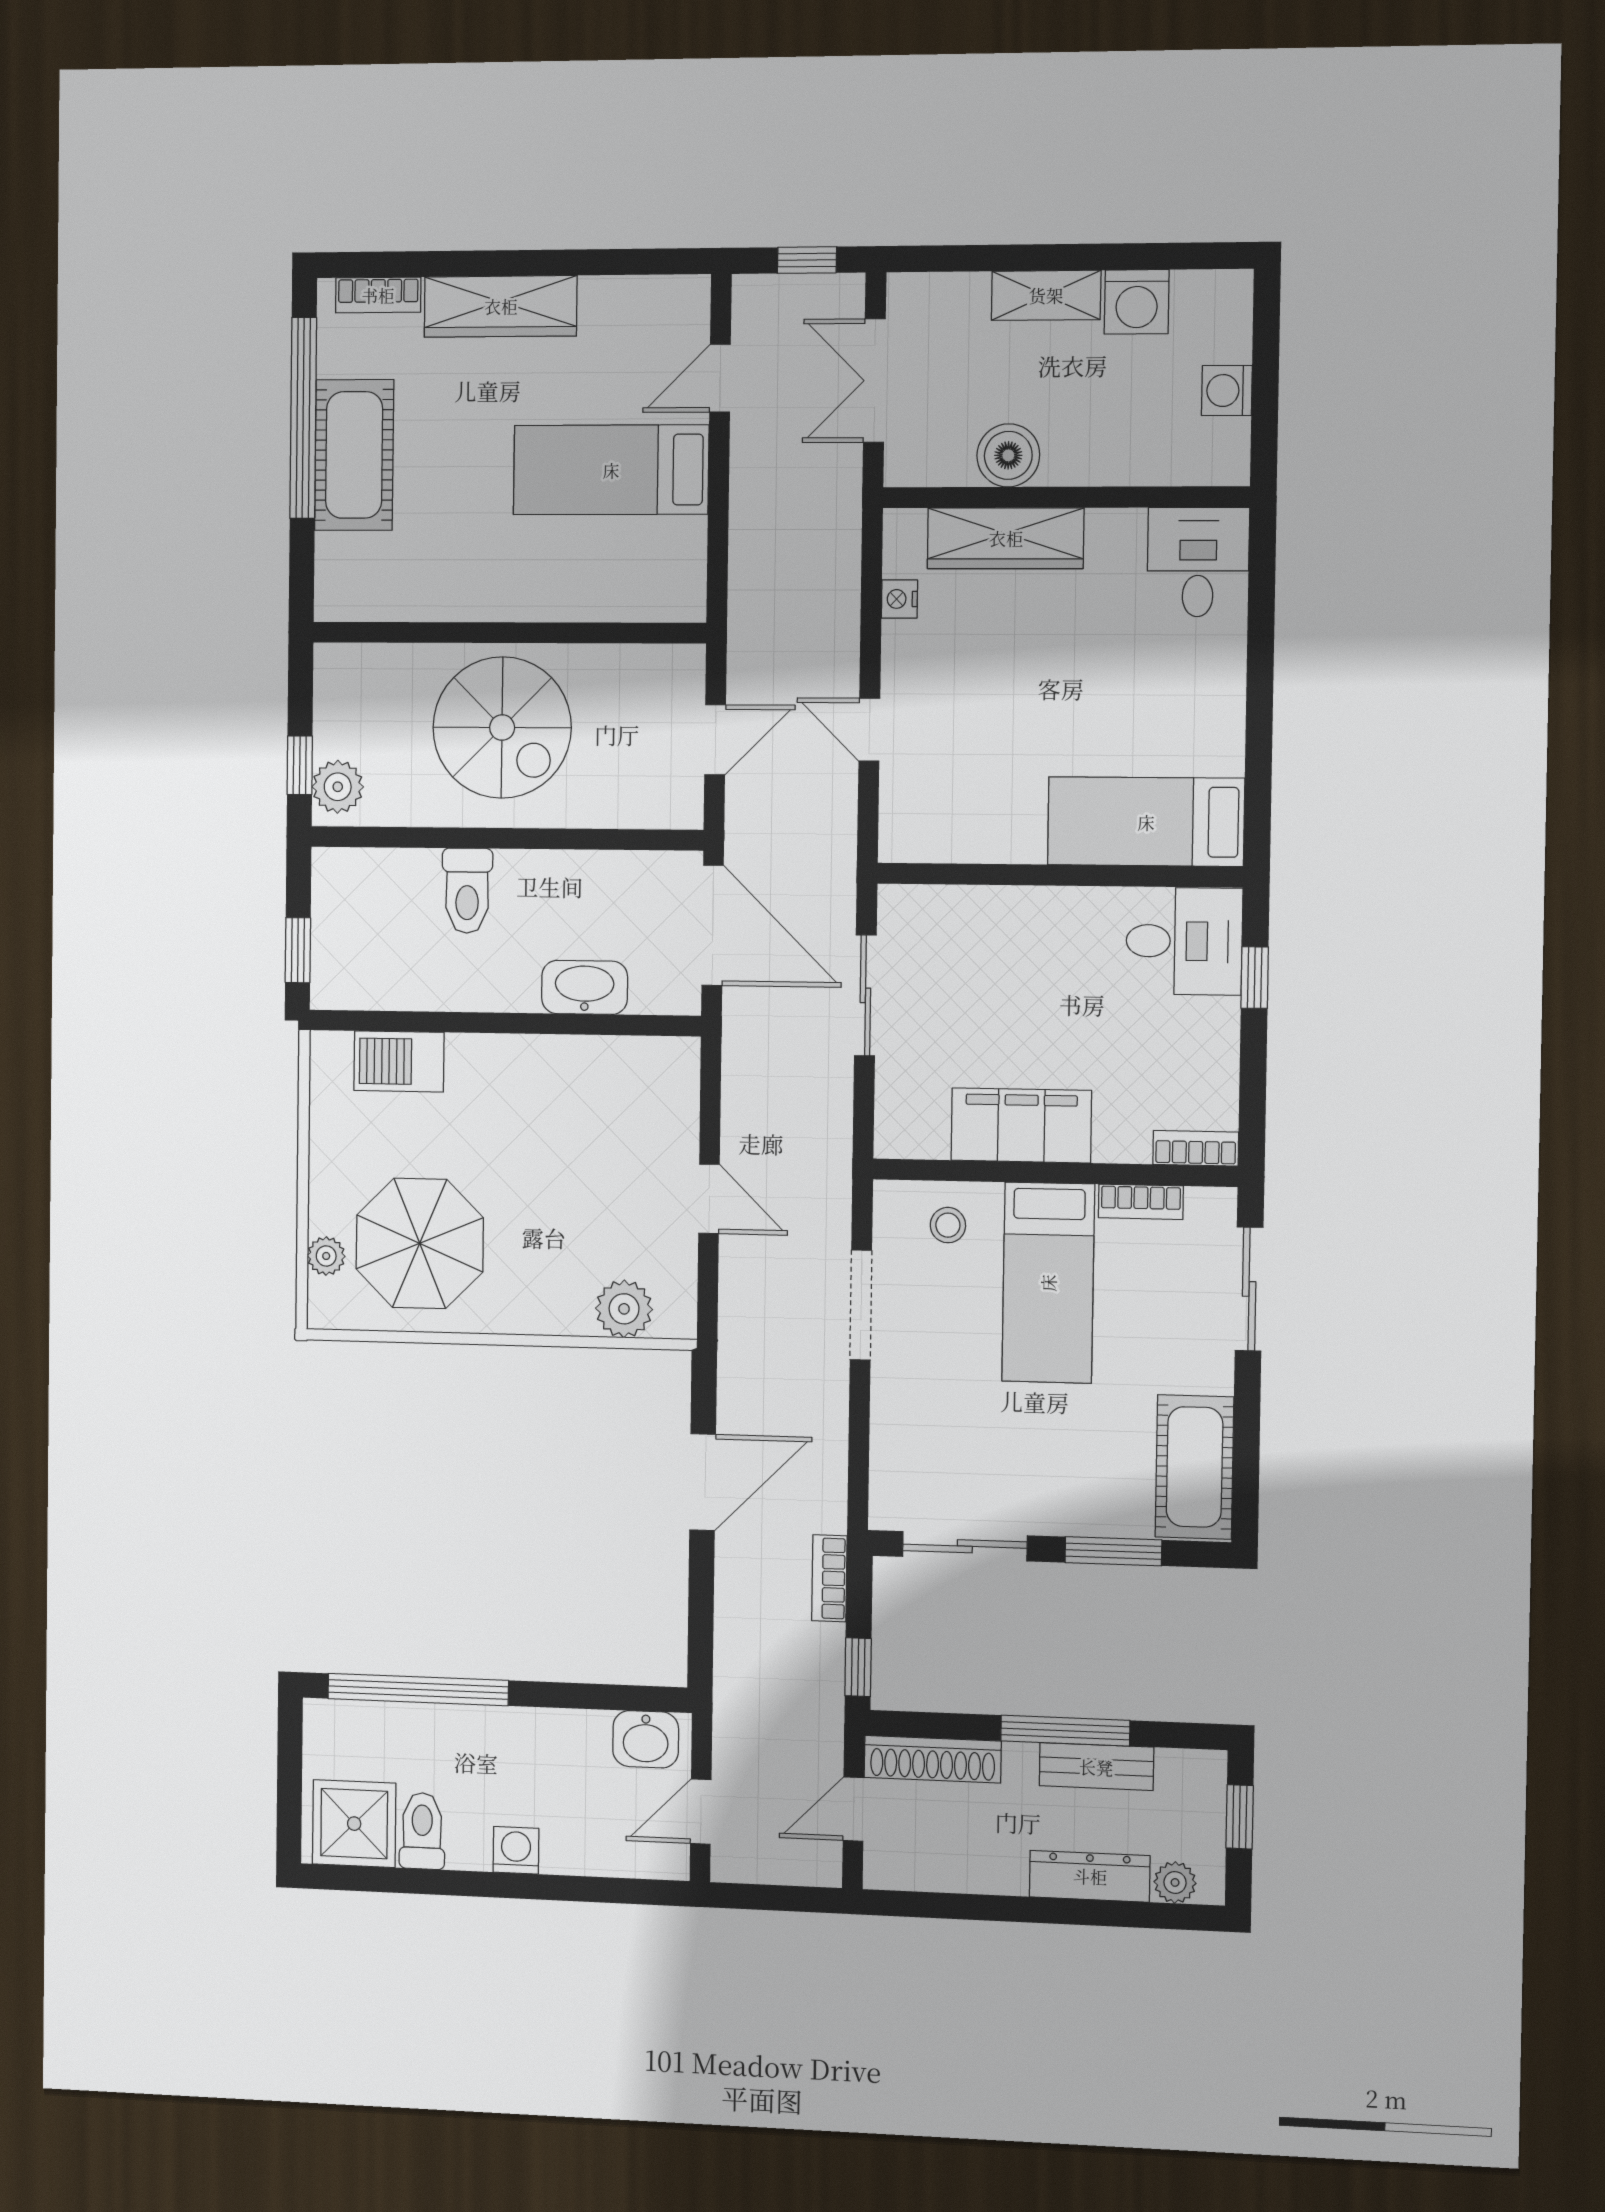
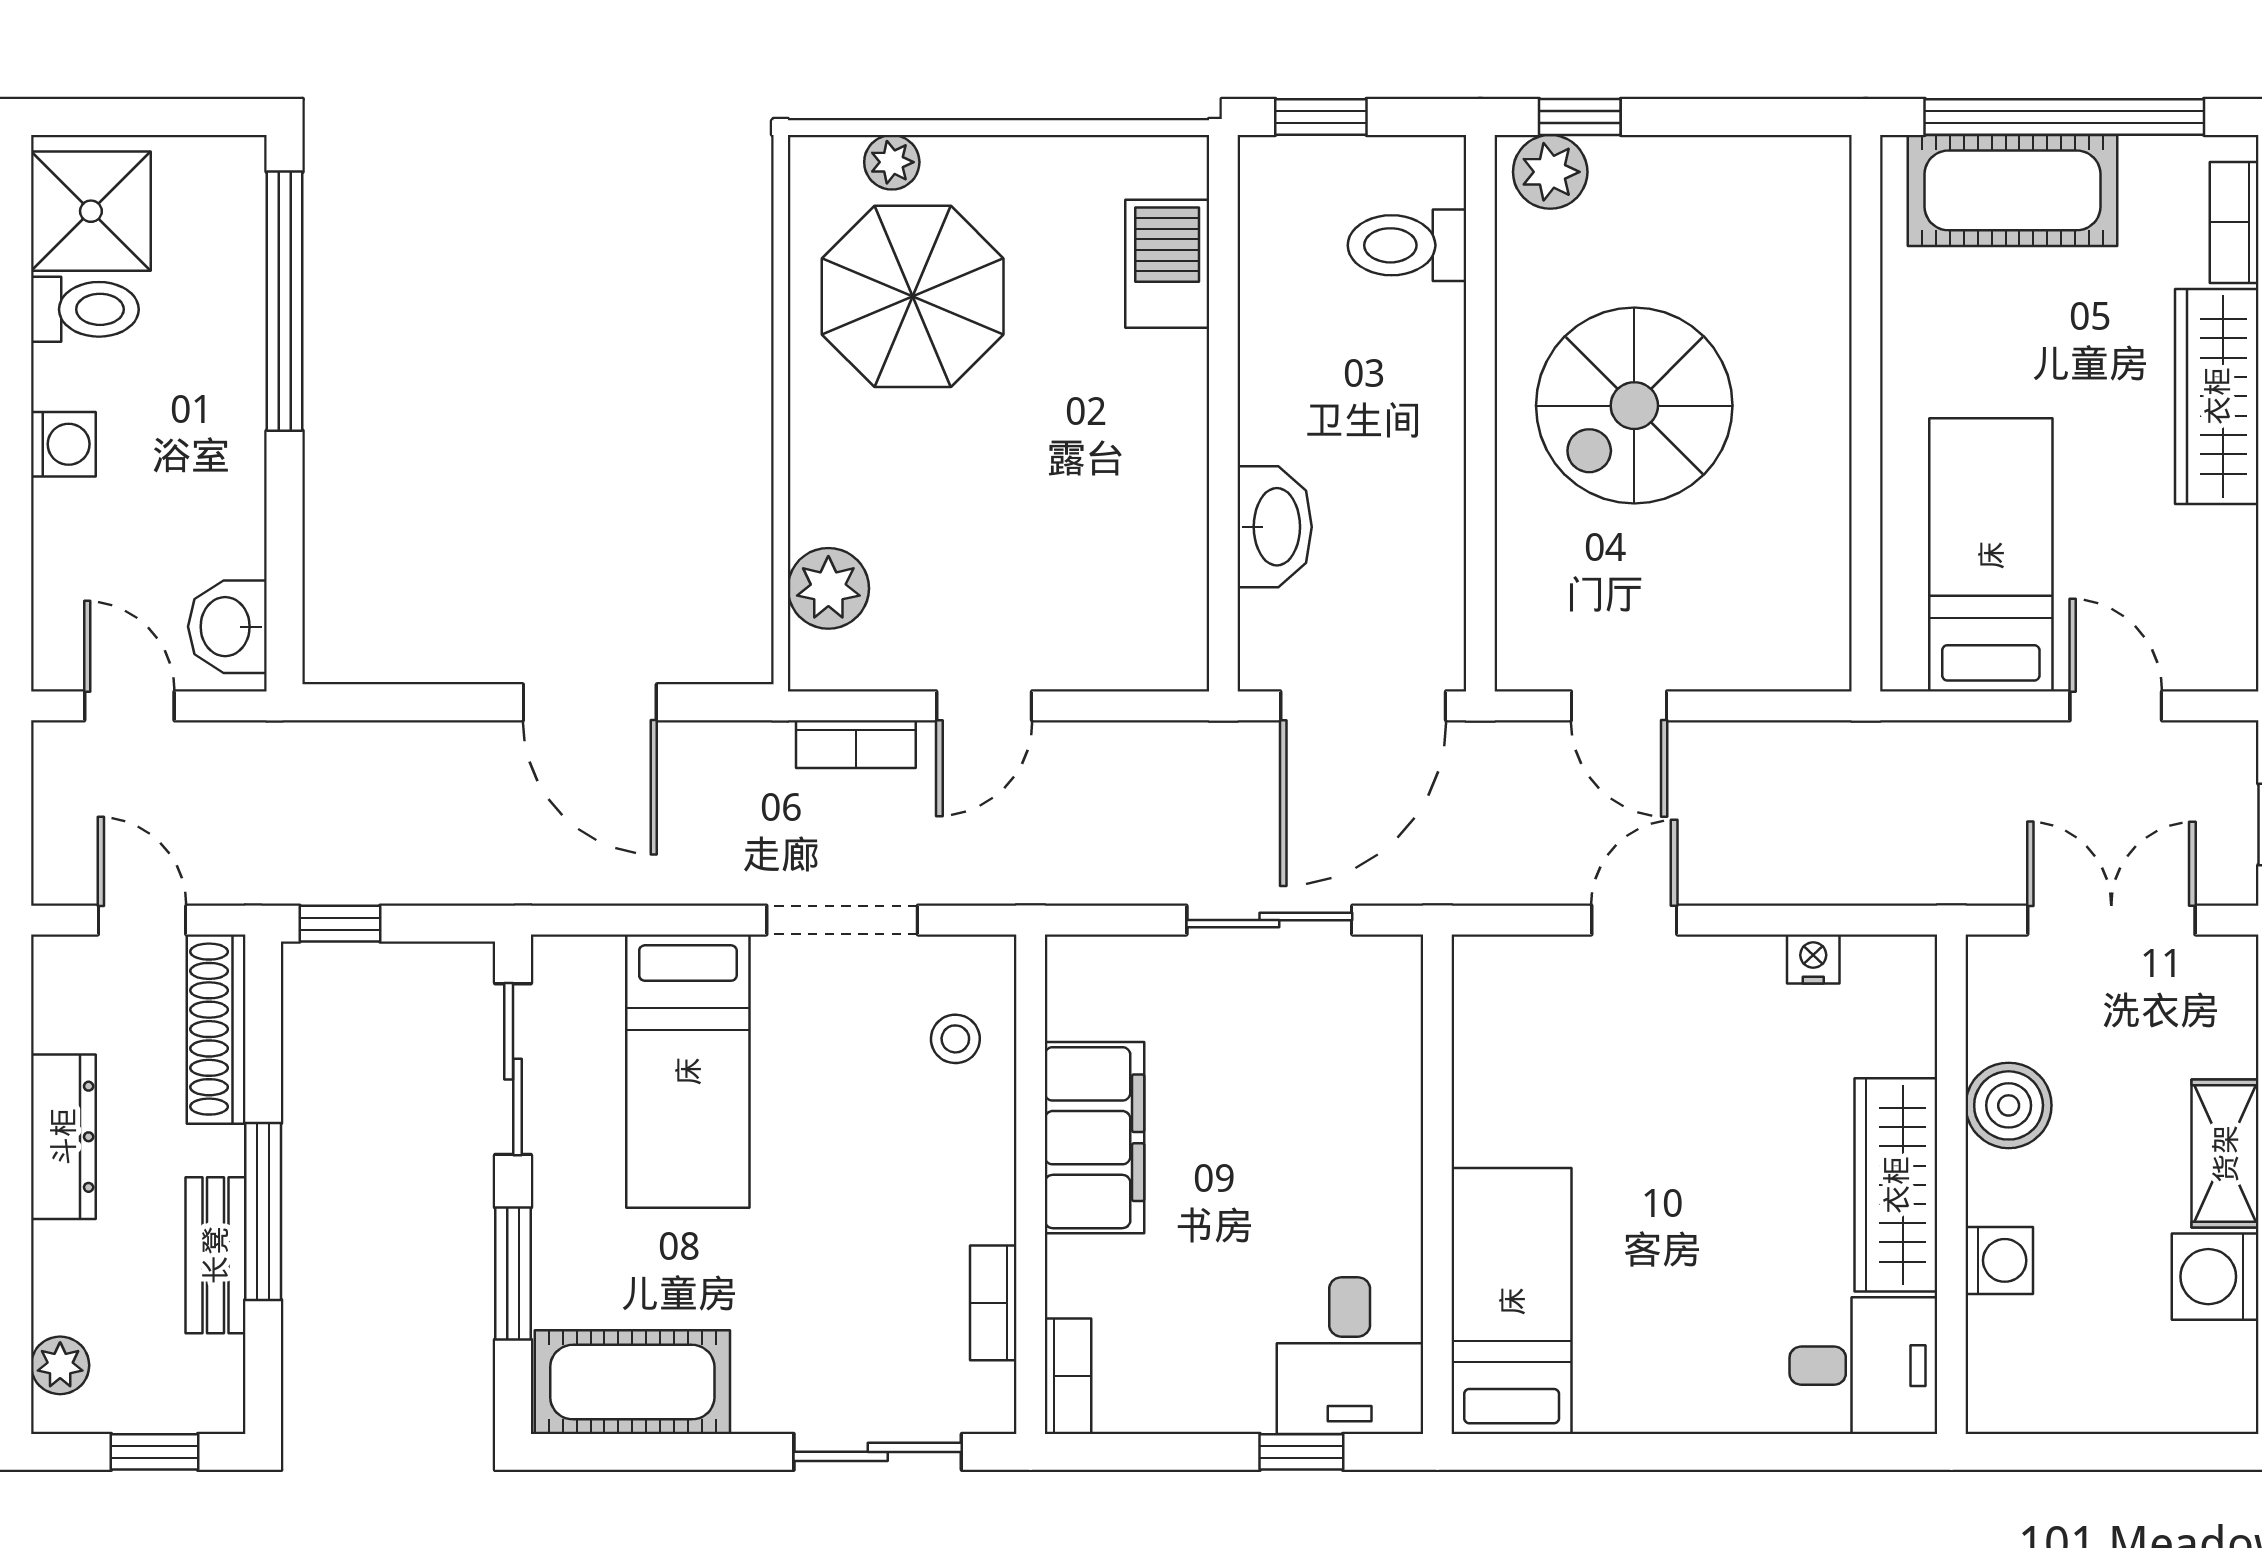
washing machine: (1227, 390) -> (1999, 1260), moved, turned 90
wardrobe: (1006, 538) -> (1896, 1185), moved
wall: (509, 633) -> (1866, 413), moved
toilet: (467, 891) -> (1407, 245), moved
bed: (1048, 1283) -> (688, 1071), moved, turned -90
bookcase: (829, 1578) -> (856, 744), moved, turned 180
dresser: (1090, 1876) -> (63, 1137), moved

